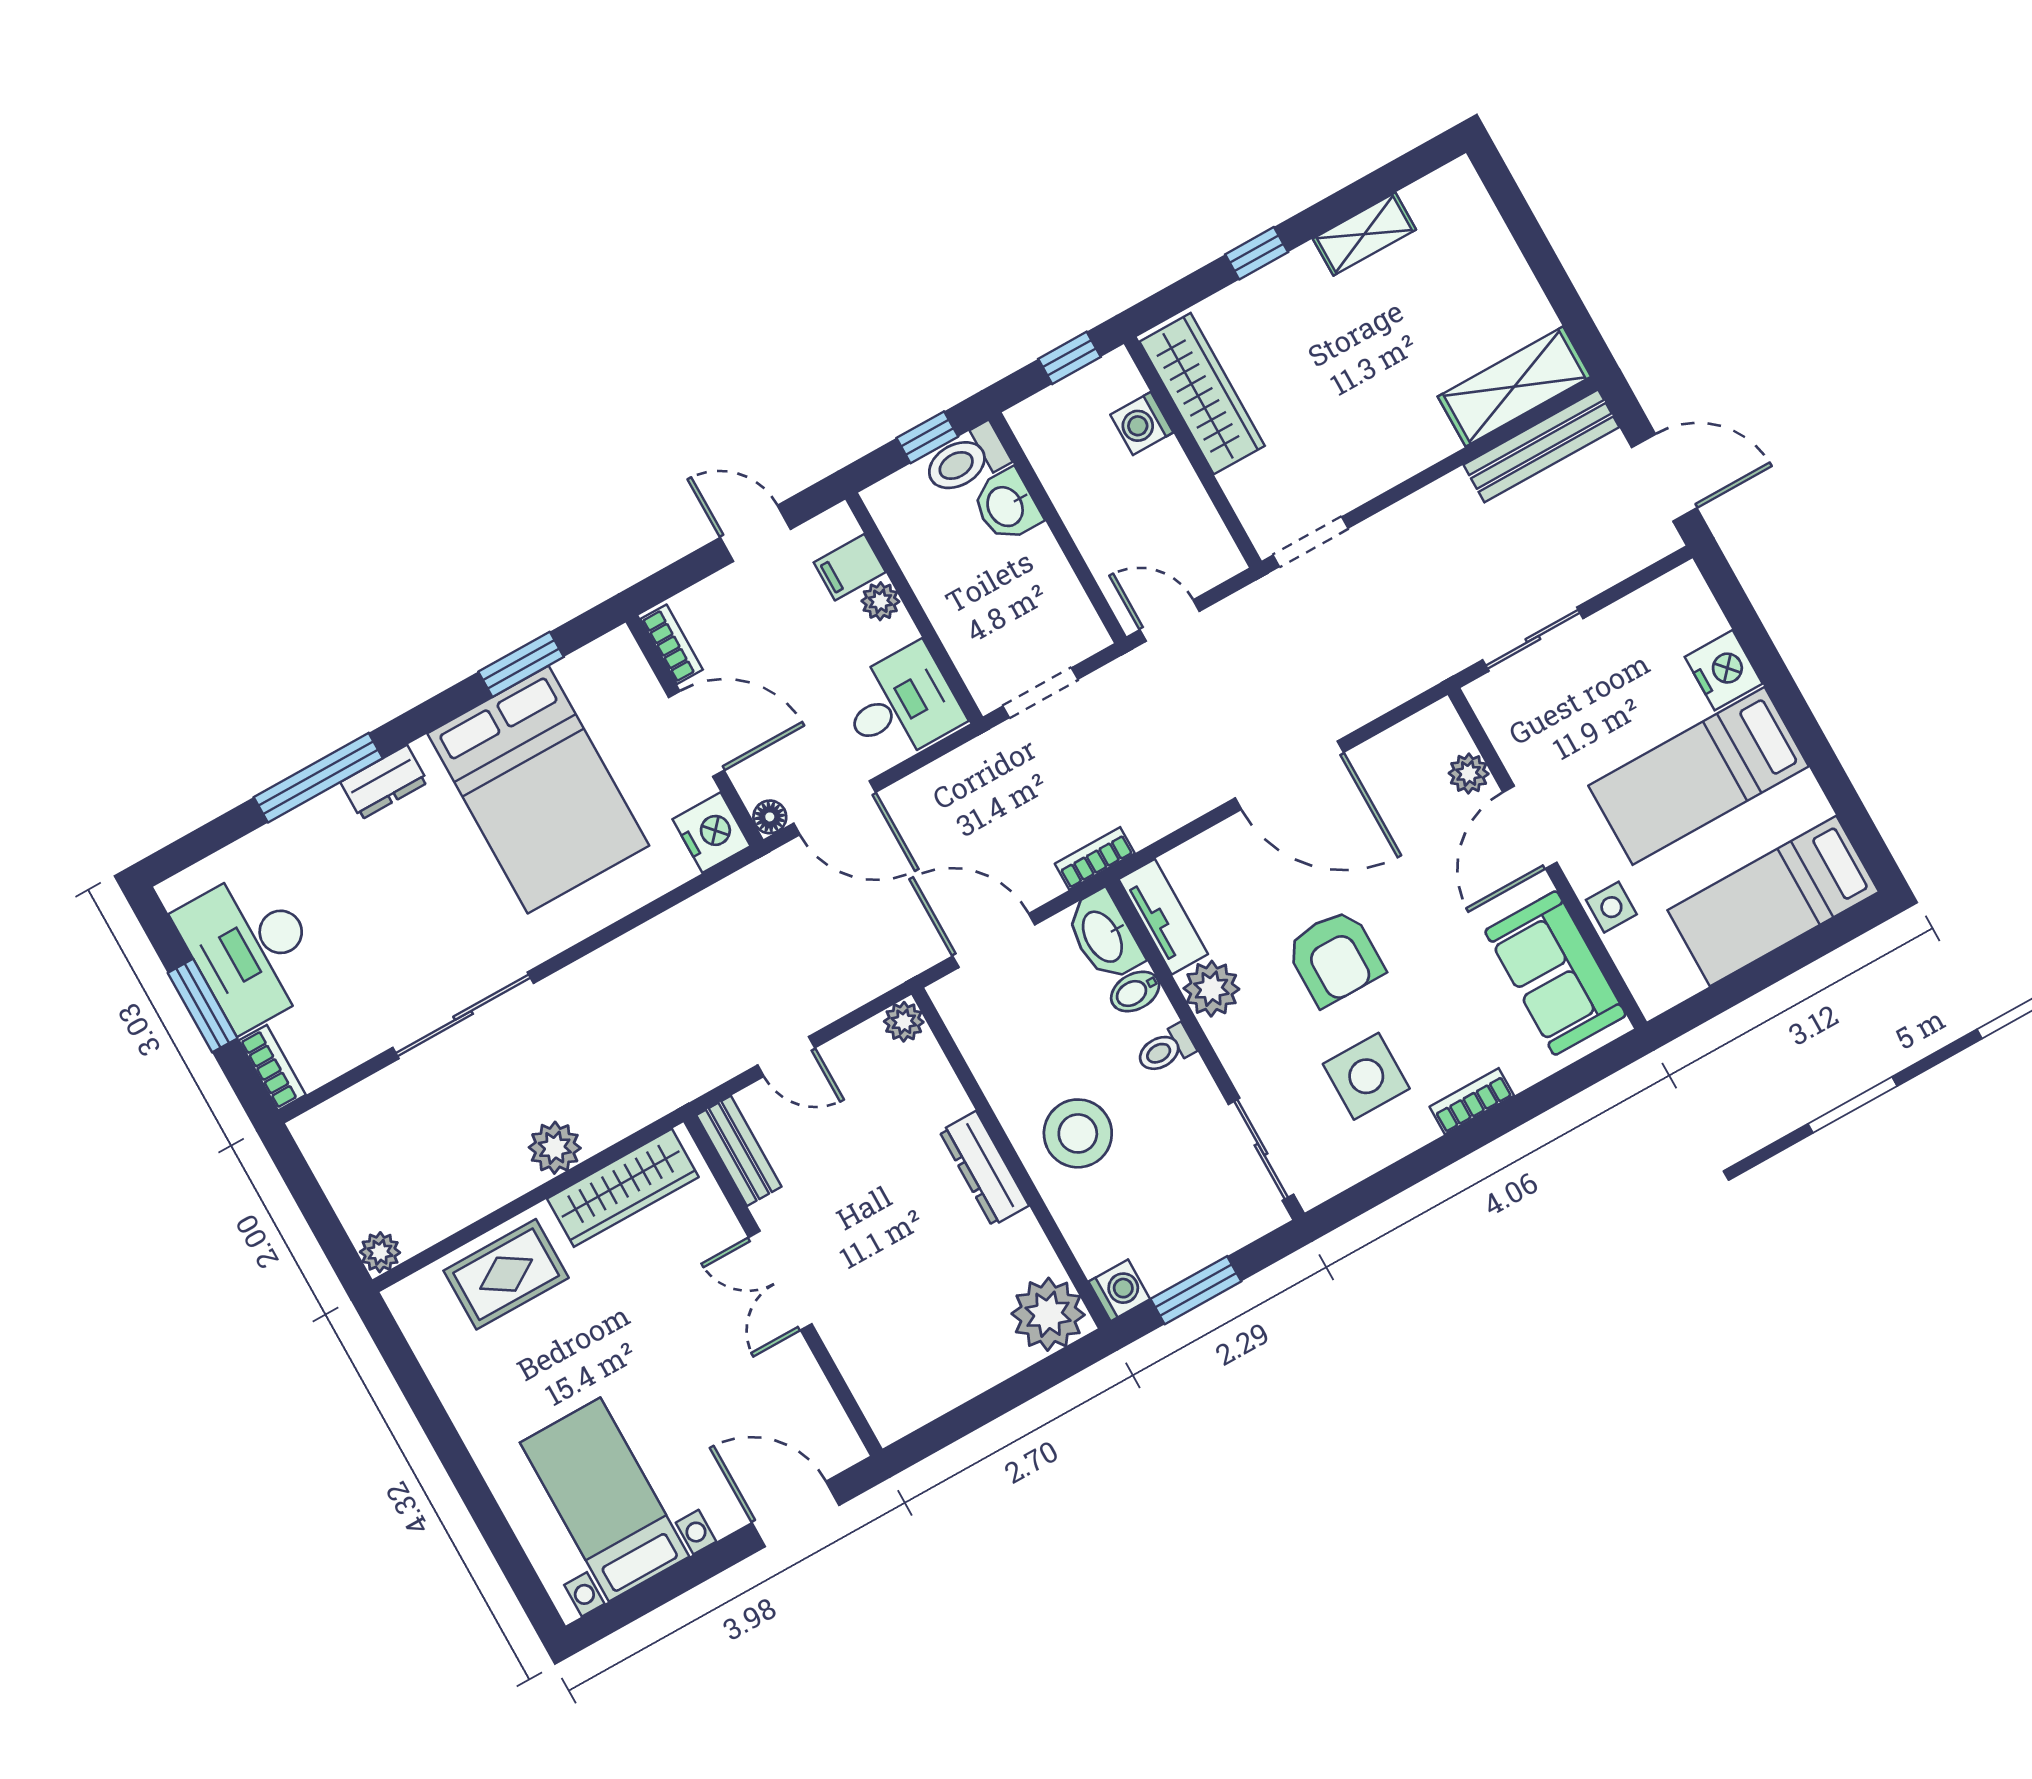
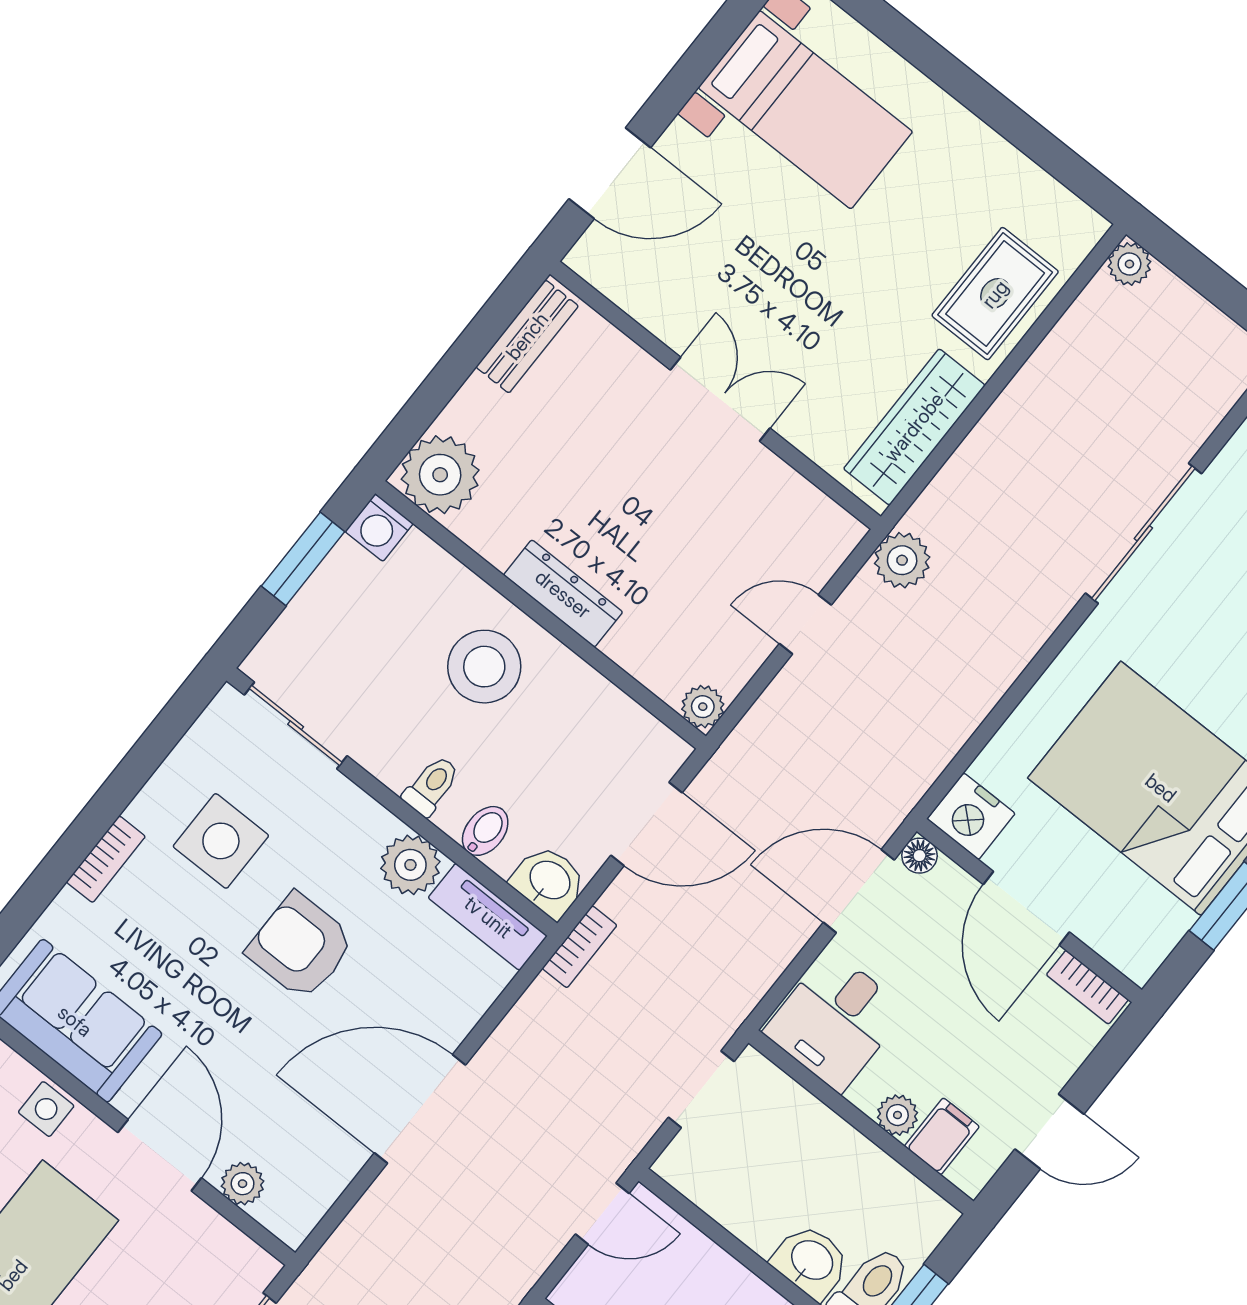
door: (696, 734) -> (1026, 908), hinge flipped
washbasin: (1104, 936) -> (549, 881), width x0.72
plant: (555, 1148) -> (902, 560), moved
bench: (739, 1151) -> (527, 336), moved, turned 90

